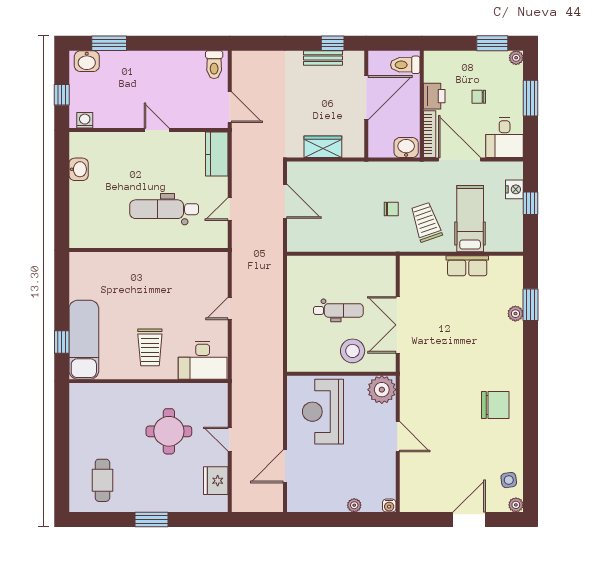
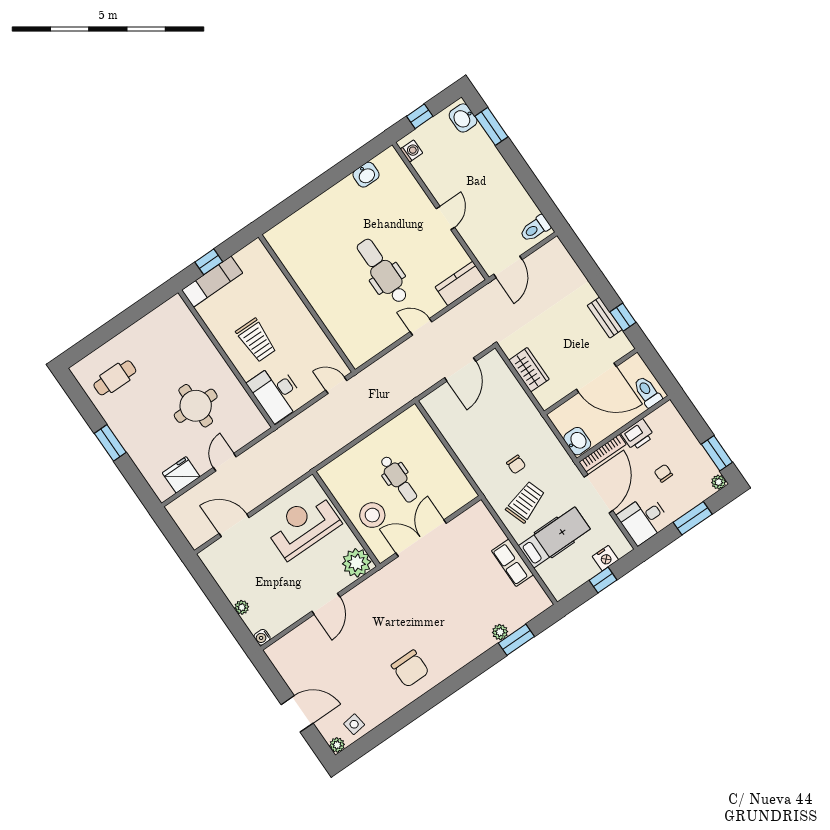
wall: (148, 250) -> (307, 303), moved
exam couch: (84, 340) -> (212, 282), width x0.73, depth x0.69
trolley: (150, 347) -> (256, 340), turned -90

